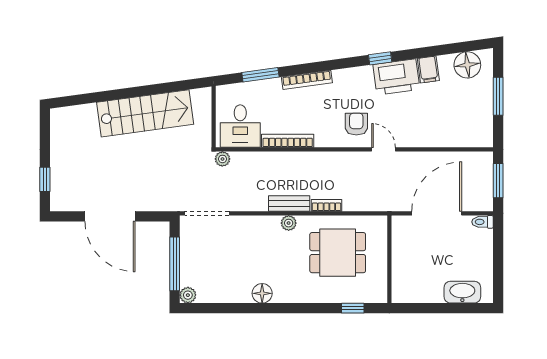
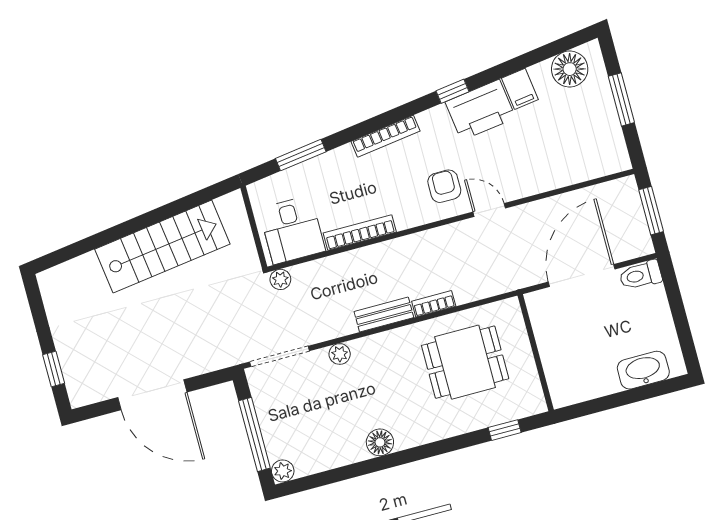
bookcase: (307, 80) -> (385, 136), moved
toilet: (483, 222) -> (641, 275), width x1.37, depth x1.39
plant: (289, 223) -> (340, 354), moved

